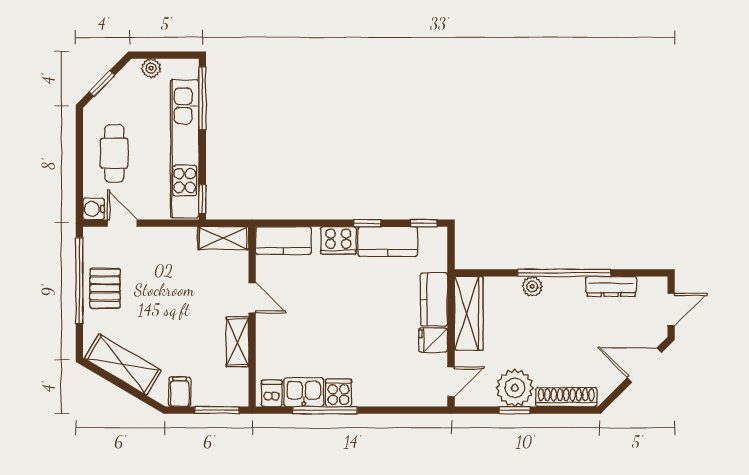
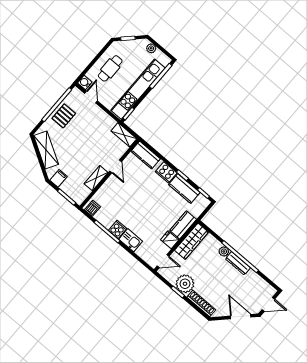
dresser: (611, 286) -> (238, 263), moved
kitchen sink: (304, 392) -> (131, 240), moved

